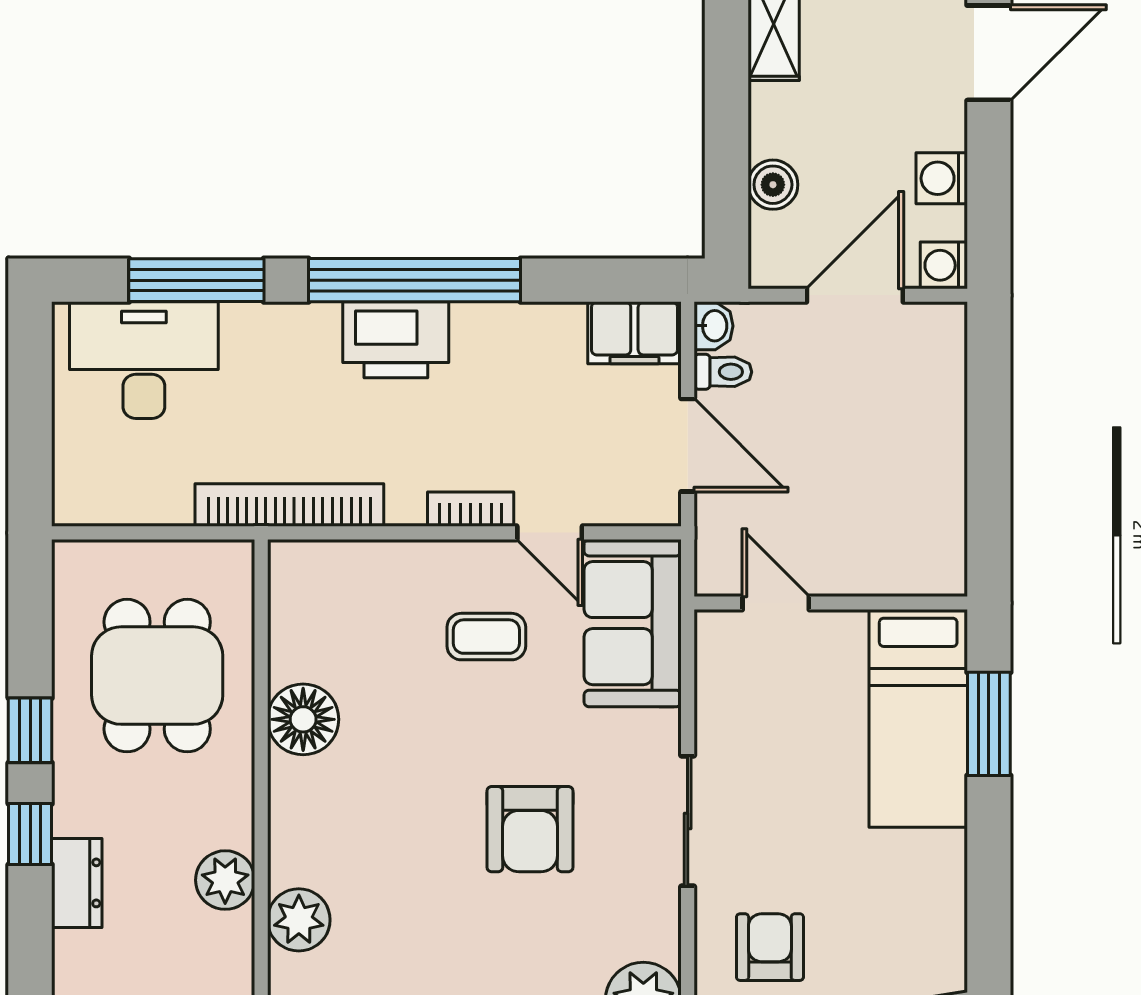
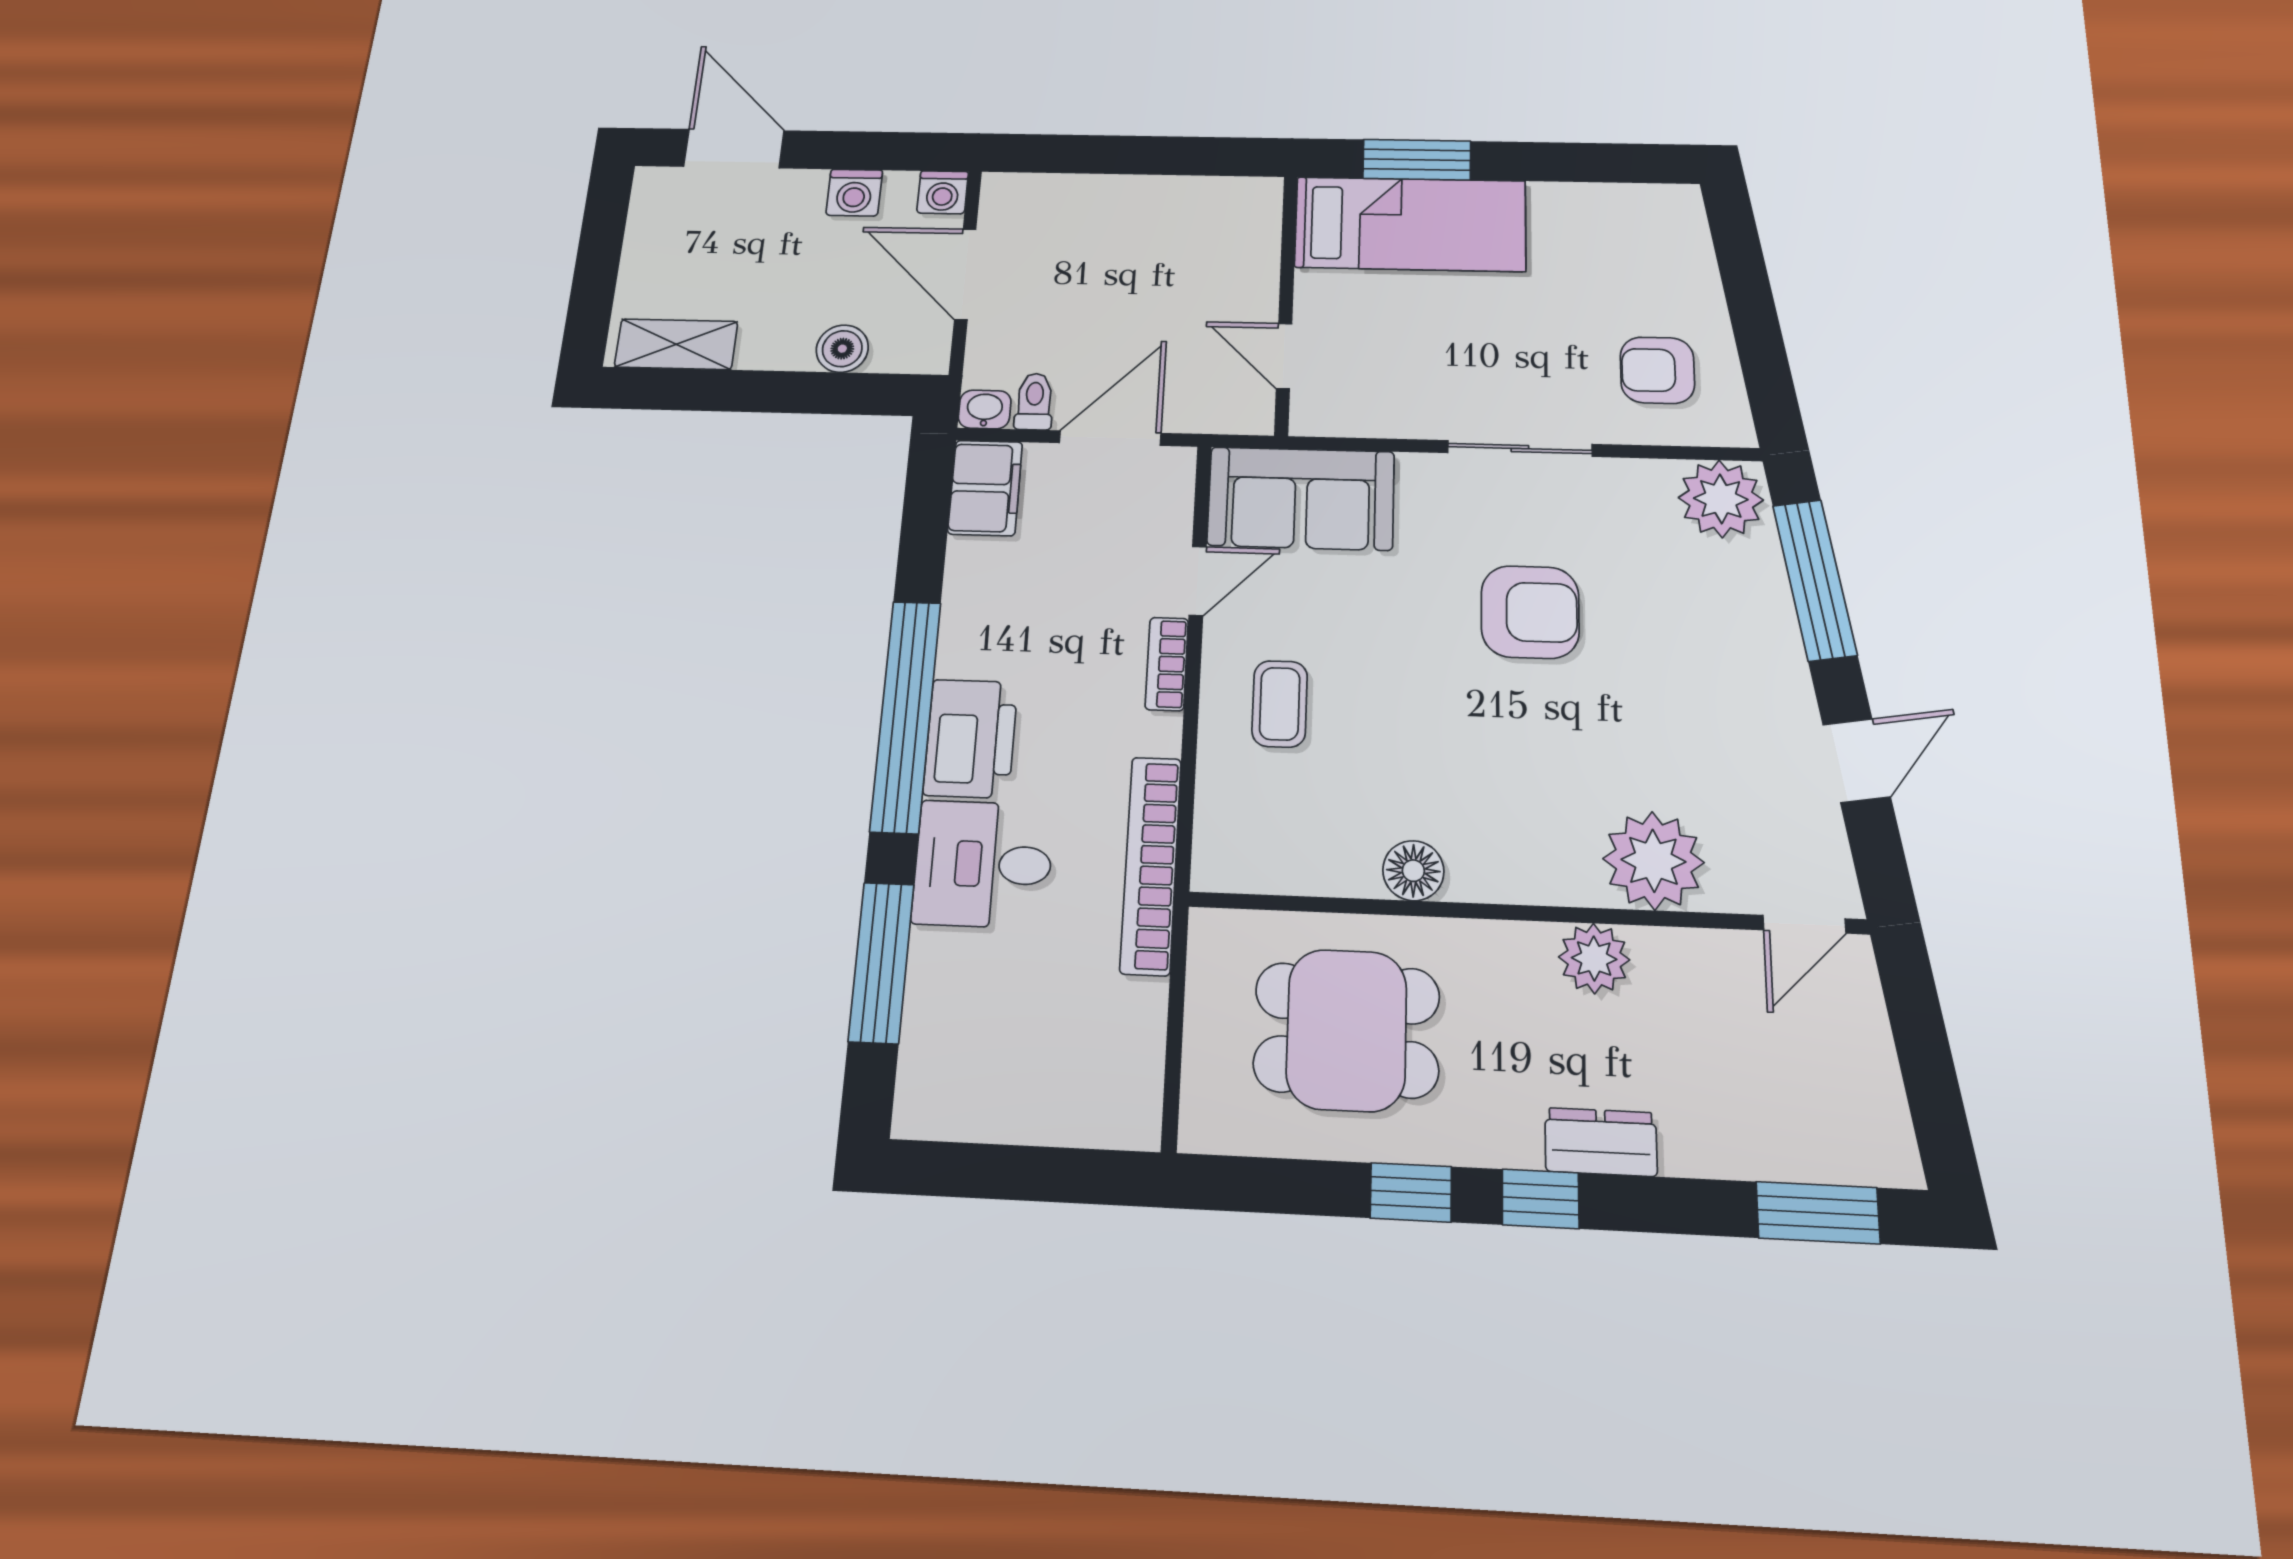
desk: (144, 360) -> (983, 864), moved, width x0.73
door: (776, 603) -> (1284, 356), hinge flipped
coffee table: (486, 637) -> (1280, 704), moved
floor lamp: (303, 719) -> (1413, 871), width x0.73, depth x0.73
plant: (299, 920) -> (1653, 861), width x1.36, depth x1.36

